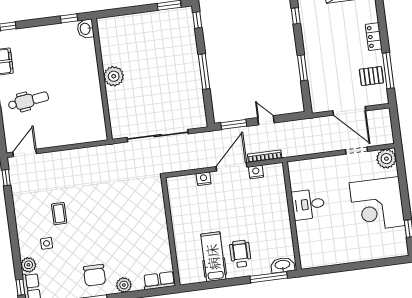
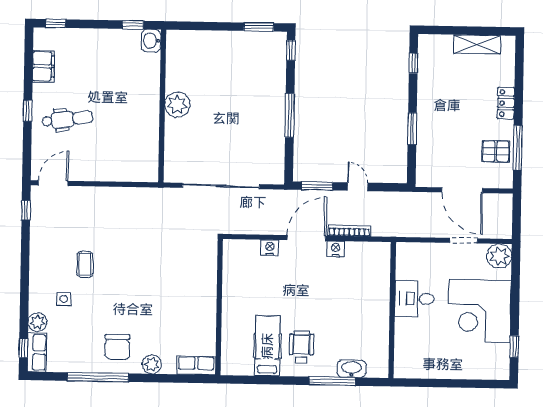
desk: (308, 204) -> (414, 299), moved
wall: (292, 216) -> (392, 310), moved

